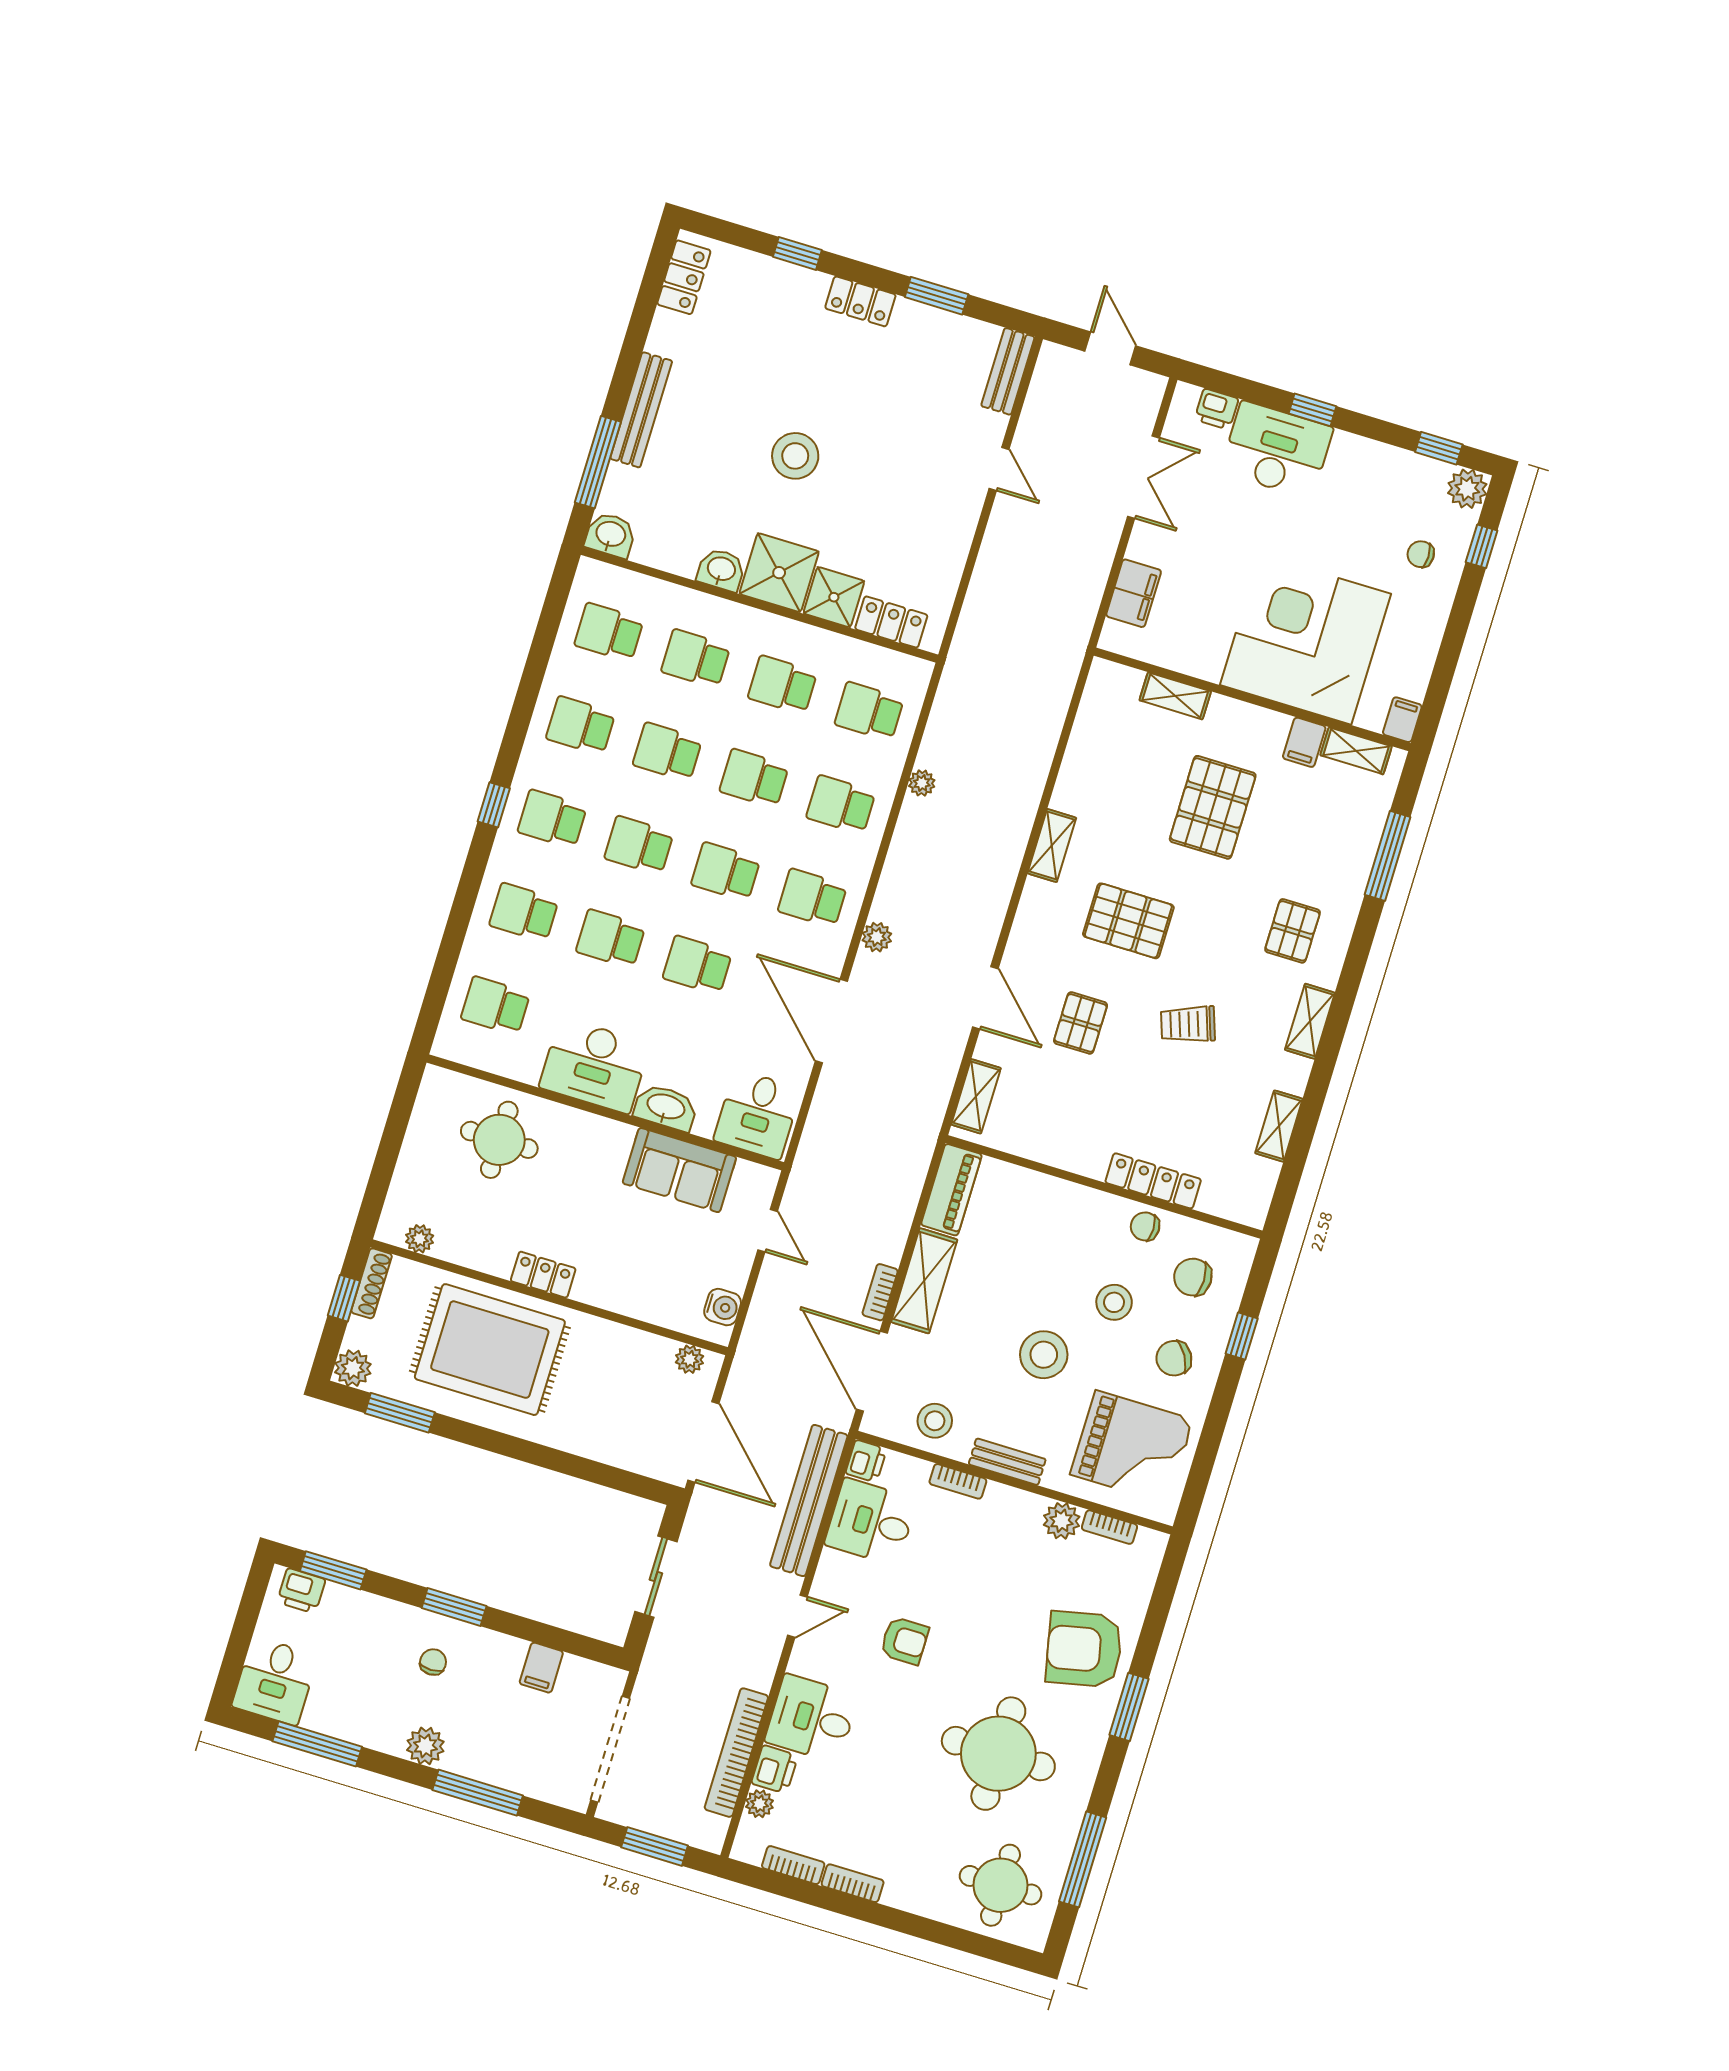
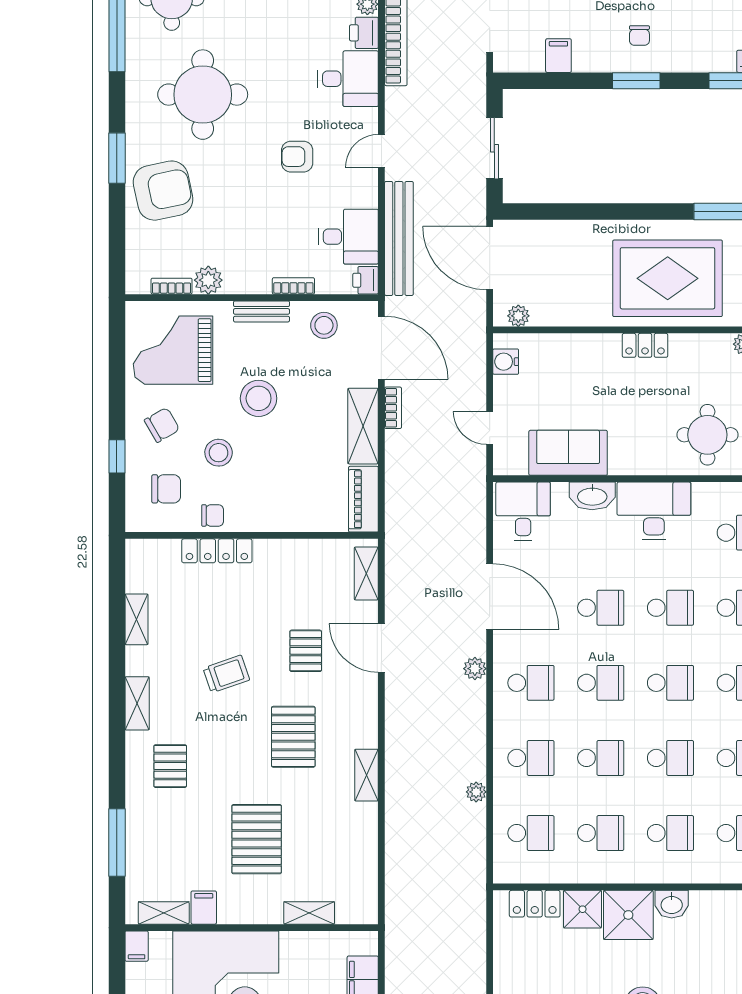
pallet: (1128, 921) -> (293, 737), turned 90

